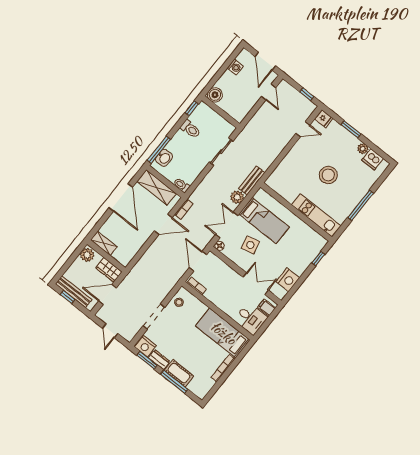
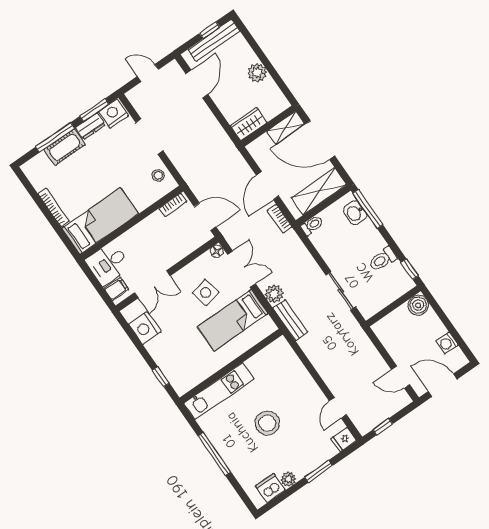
shelving: (104, 243) -> (286, 128), moved
wall: (106, 256) -> (268, 126), moved
wardrobe: (109, 270) -> (249, 124), moved

